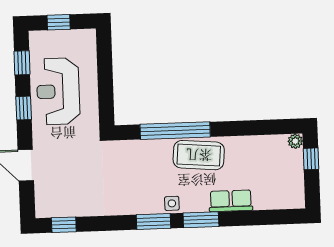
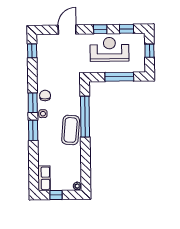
window: (105, 73) -> (119, 77), added
window: (311, 159) -> (56, 195), moved
chair: (140, 201) -> (45, 95), added
row of seats: (231, 201) -> (44, 178), moved

